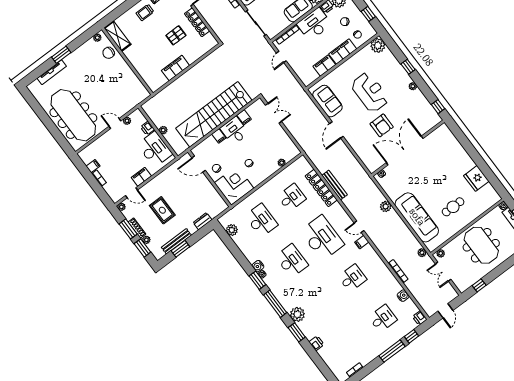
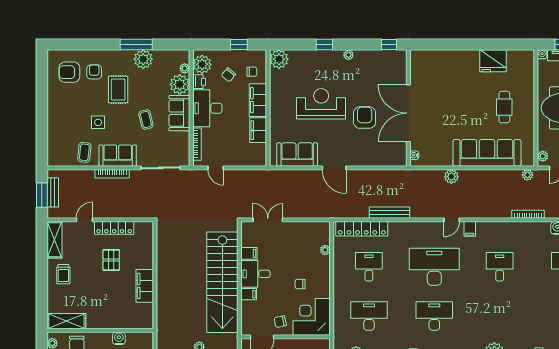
water cooler: (131, 76) -> (119, 338), added
armchair: (382, 125) -> (365, 118), turned -90
locker: (321, 188) -> (362, 229), moved

